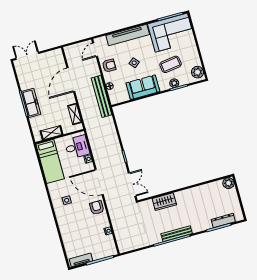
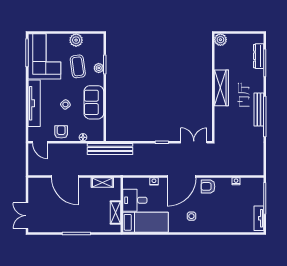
plant: (198, 72) -> (76, 40), moved
bench: (101, 96) -> (110, 149), moved
freezer: (31, 103) -> (78, 225), removed
desk: (77, 147) -> (135, 200), moved, turned -90
wardrobe: (164, 202) -> (221, 88), moved, width x1.50

